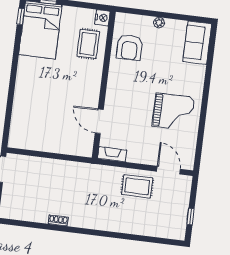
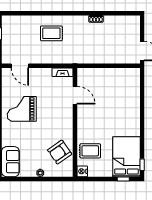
rug: (88, 44) -> (90, 151), turned 90
armchair: (129, 47) -> (60, 152), turned -125
rug: (137, 186) -> (51, 33), moved

